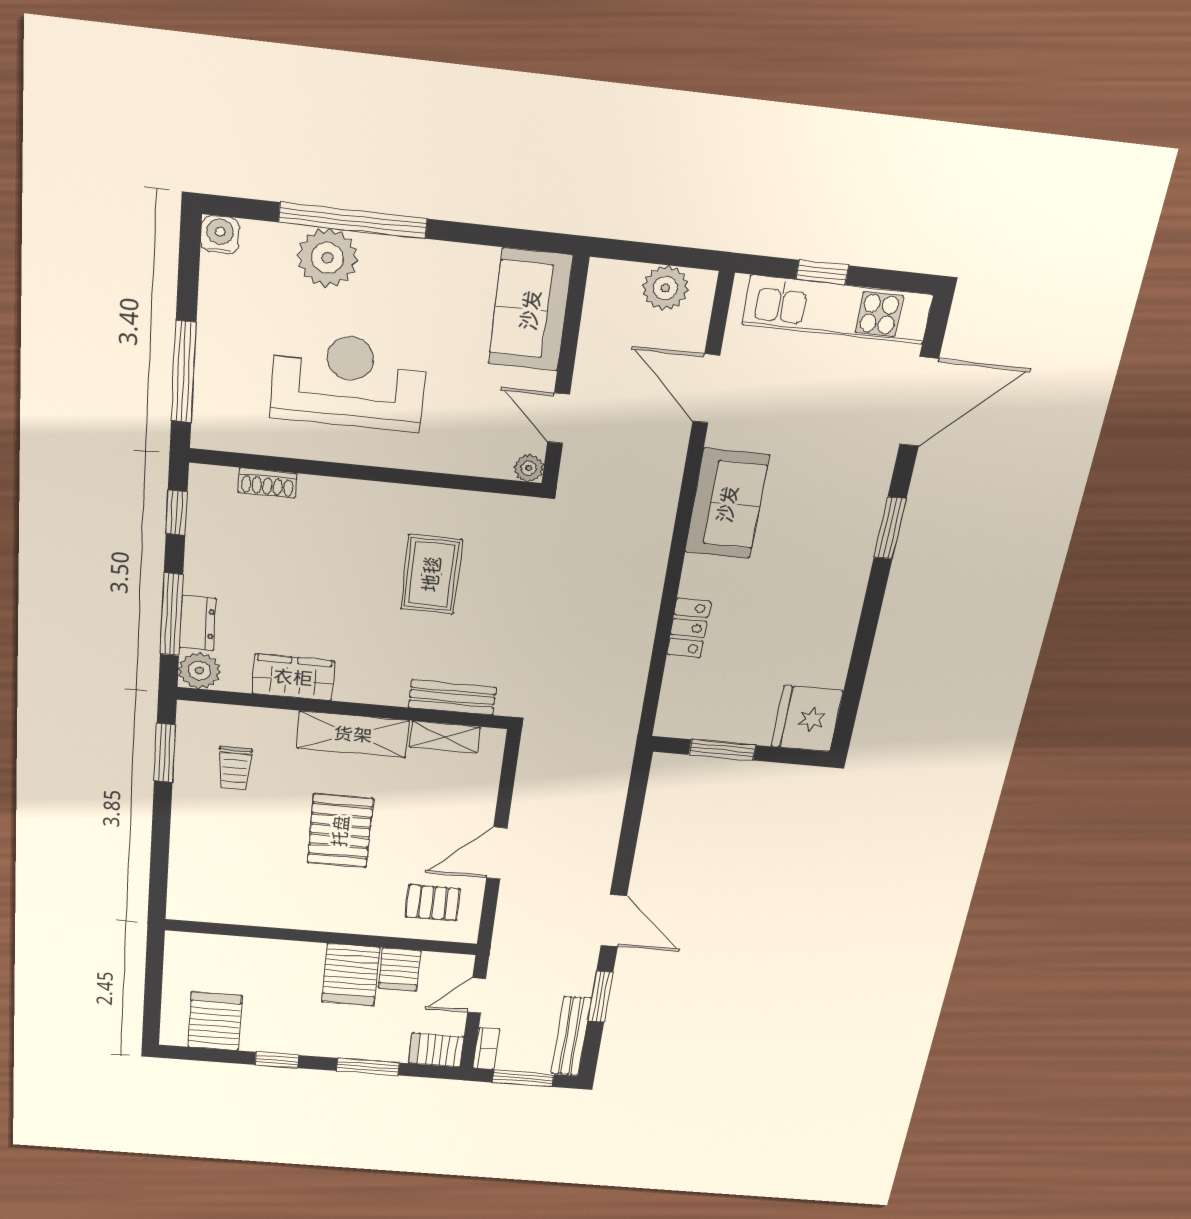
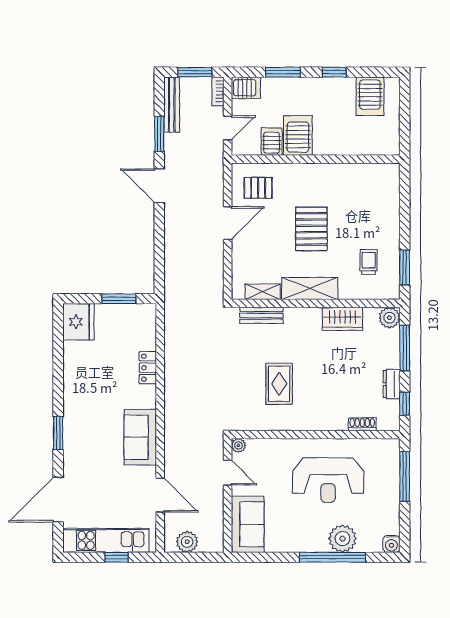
dresser: (198, 623) -> (392, 384), moved

